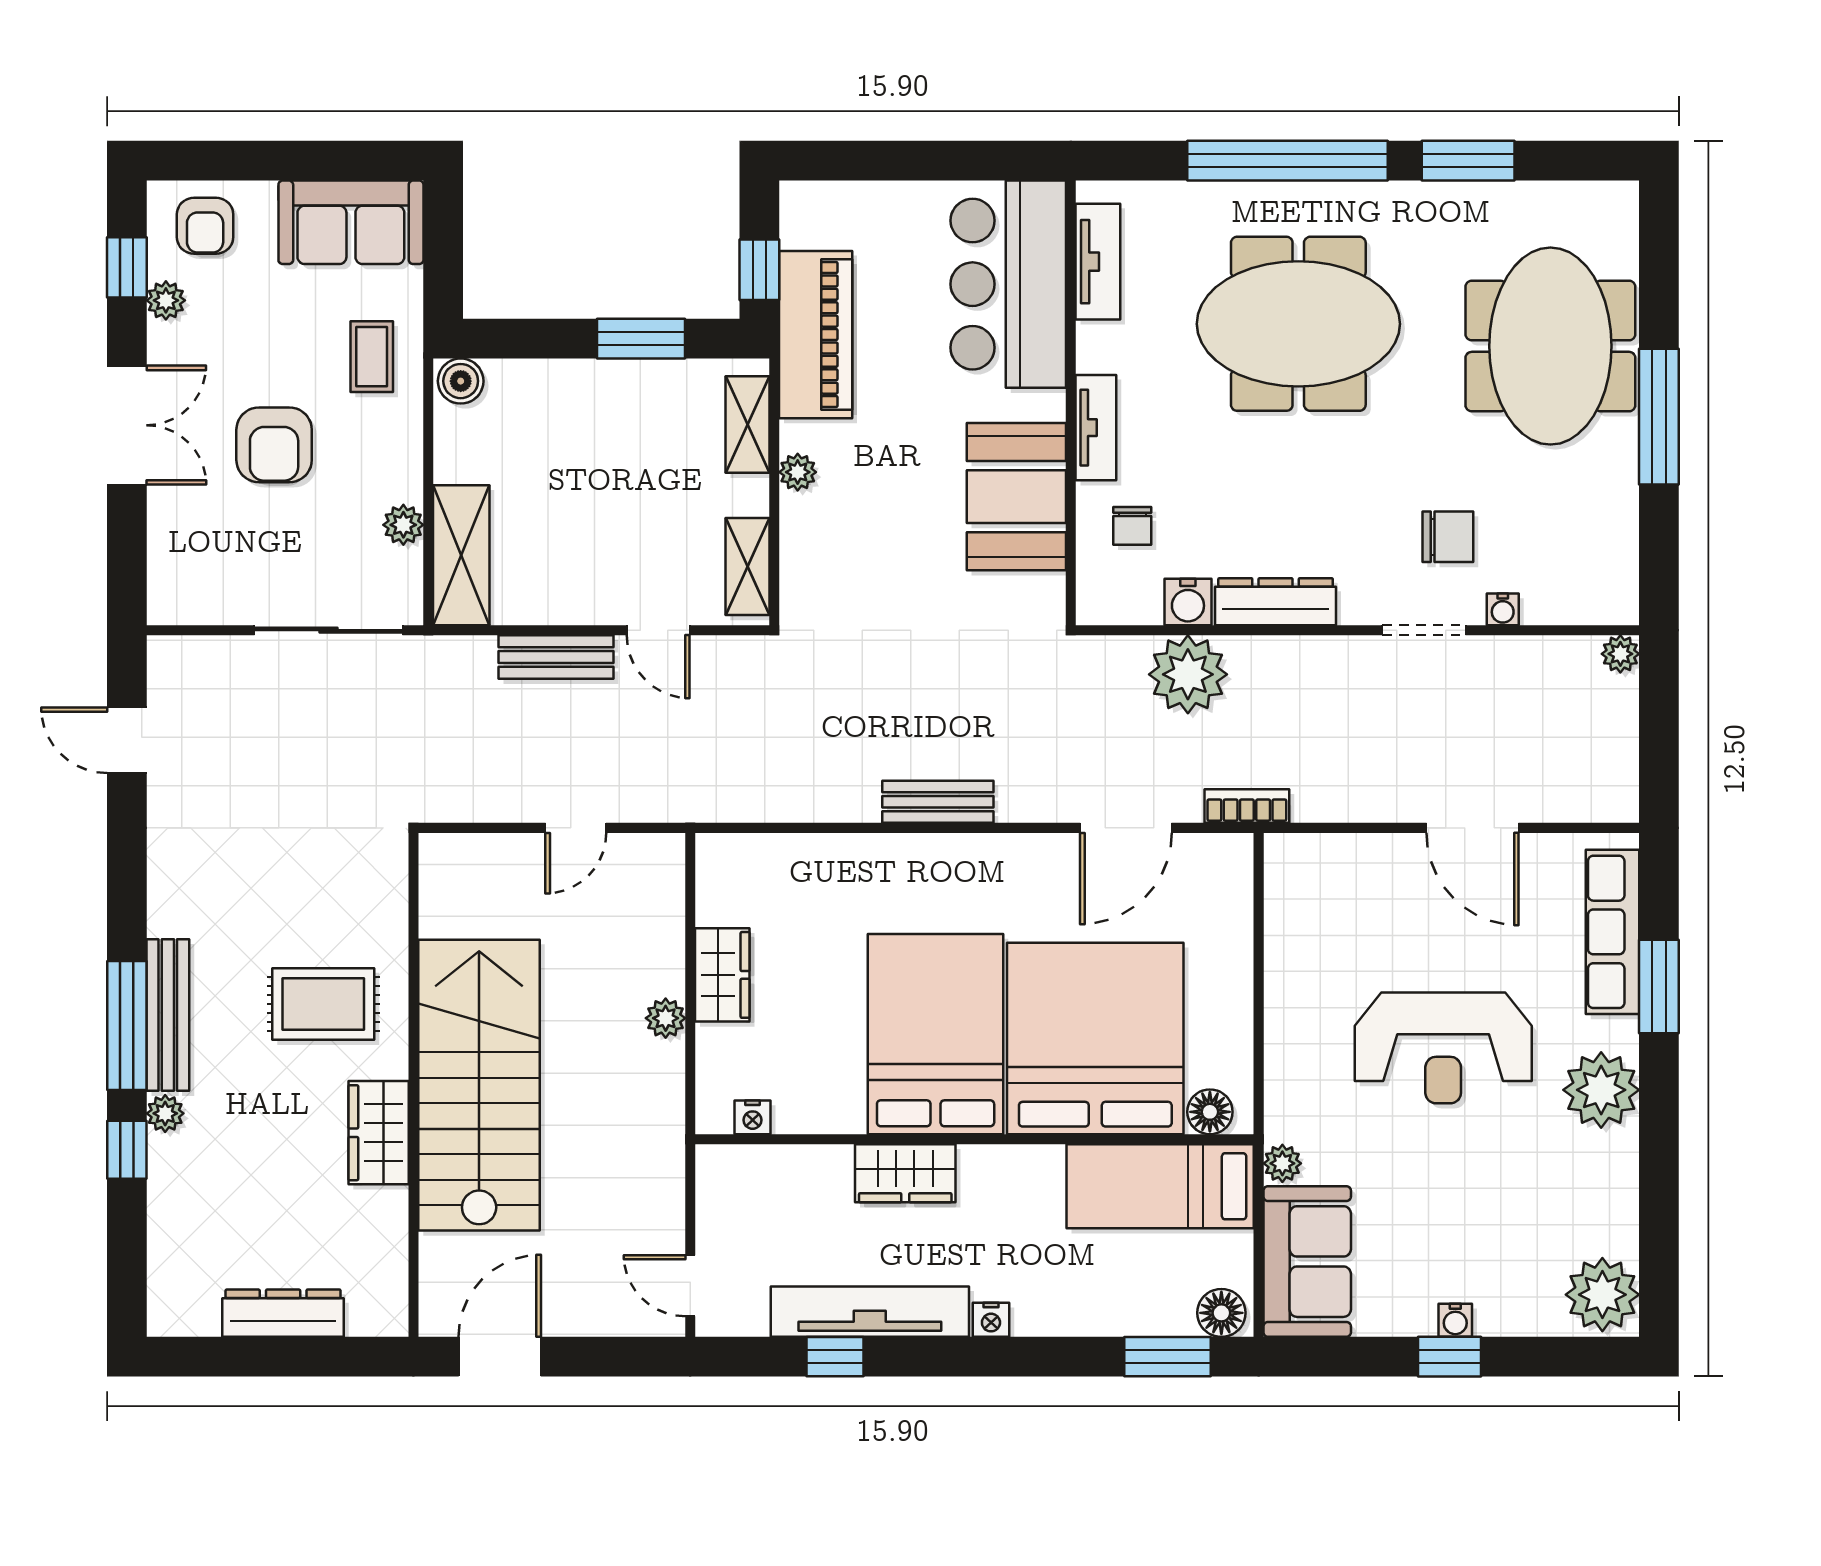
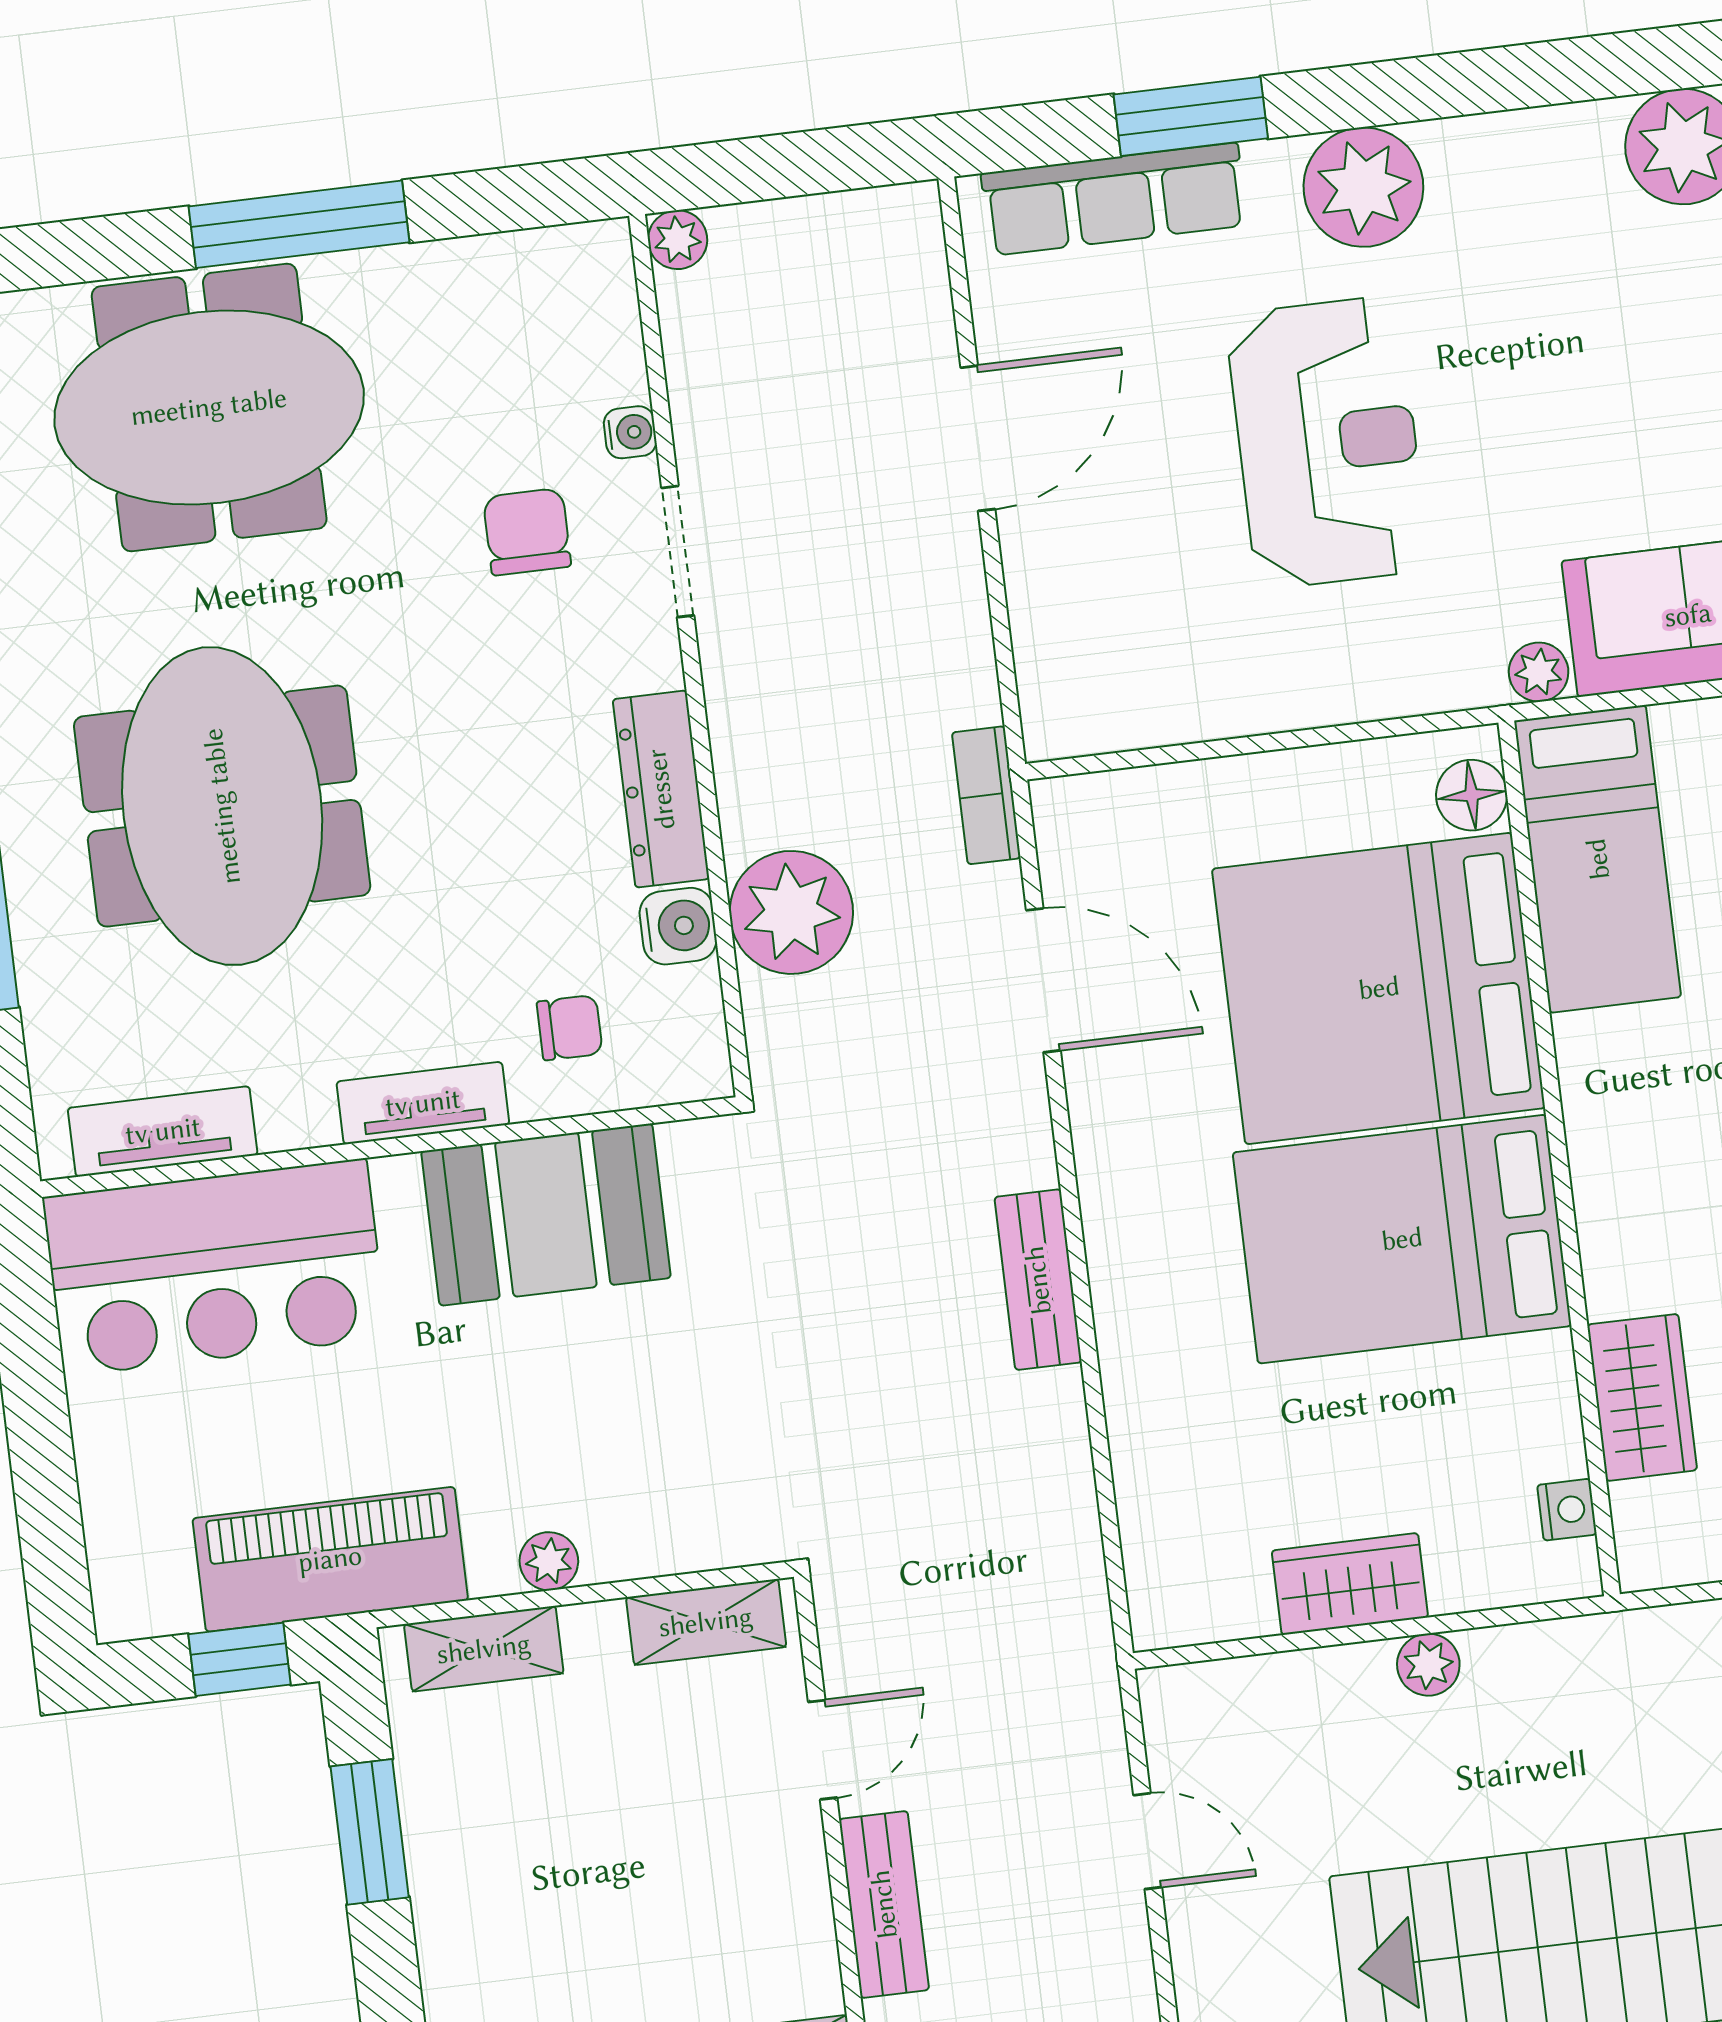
wardrobe: (905, 1173) -> (1642, 1397), moved

